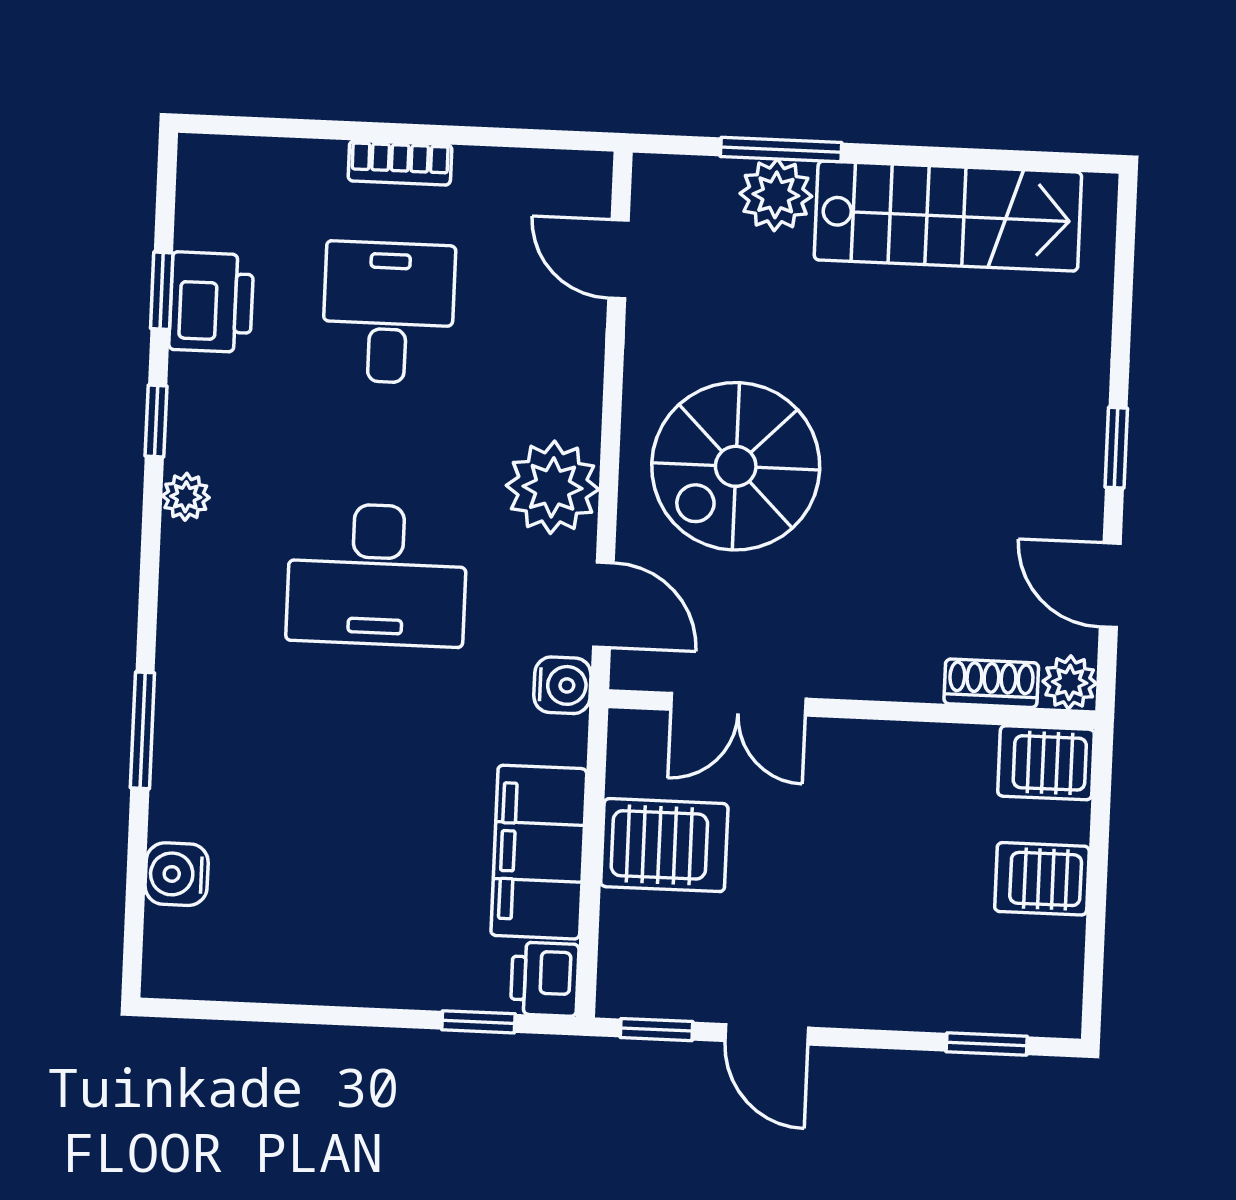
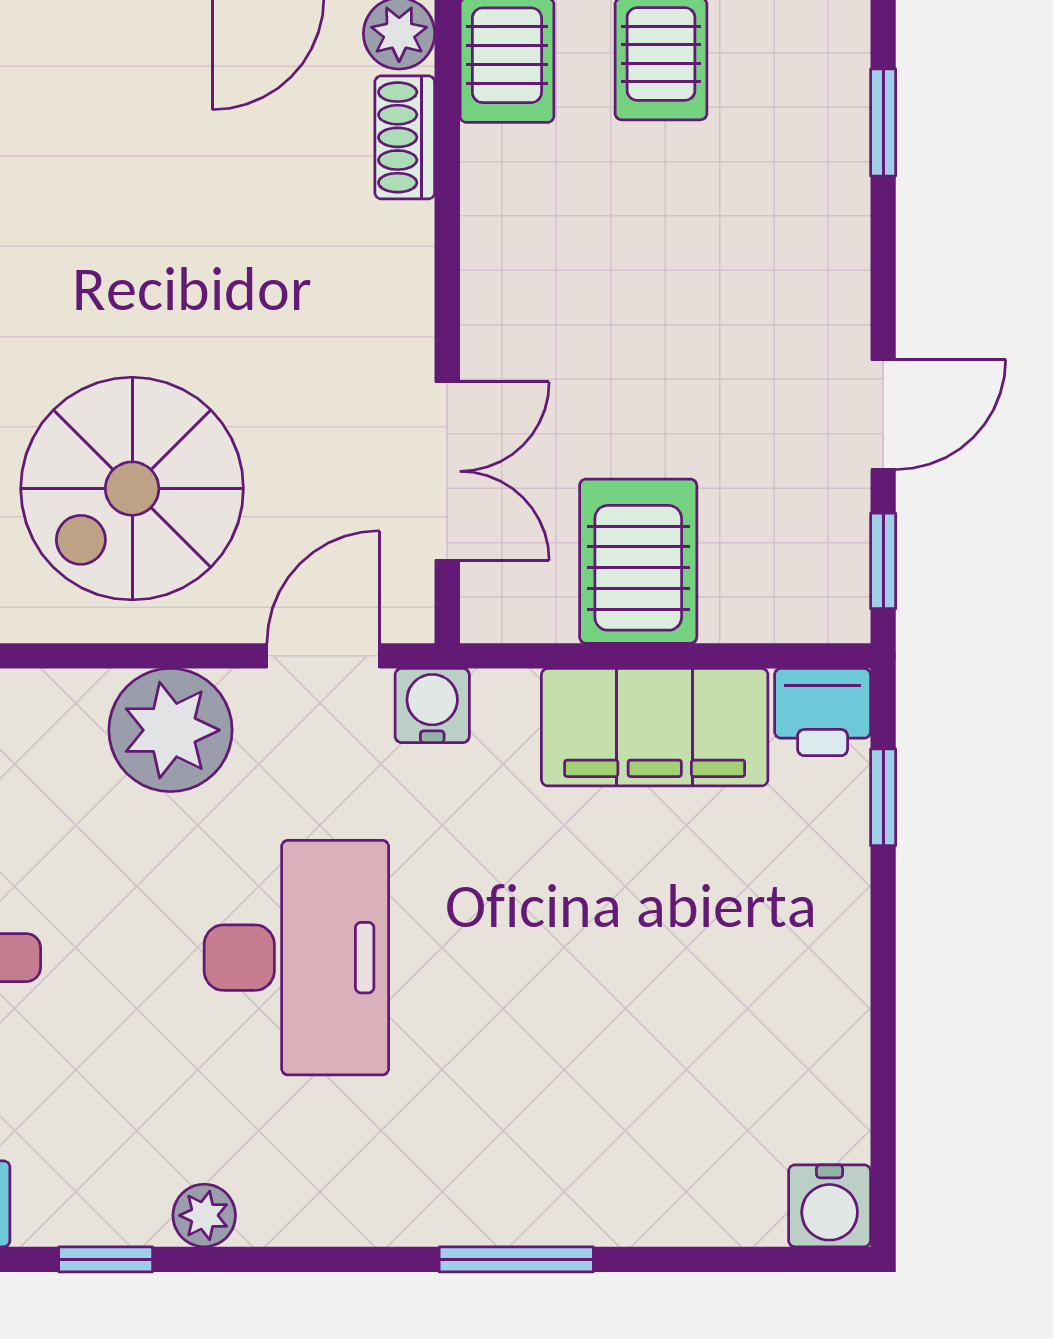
spiral stairs: (736, 466) -> (132, 489), turned 90
water cooler: (177, 874) -> (830, 1206), moved

